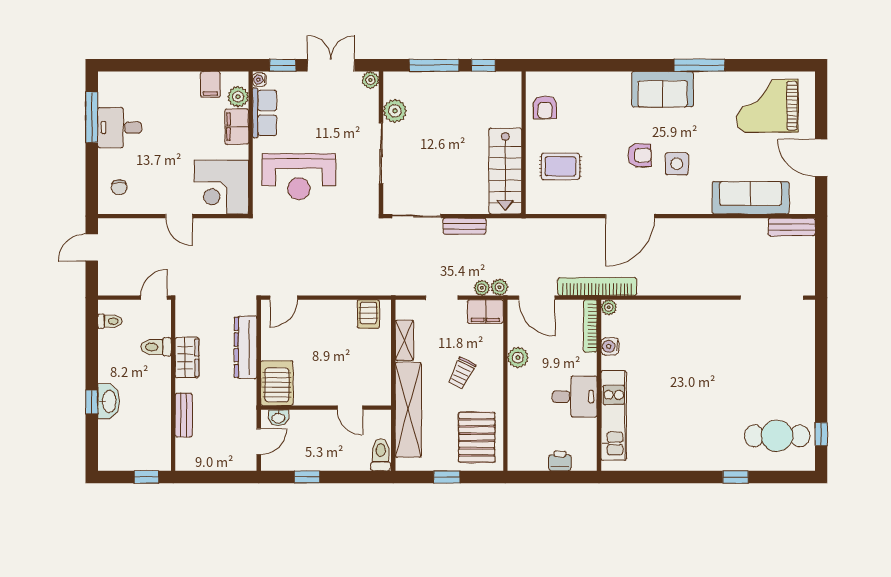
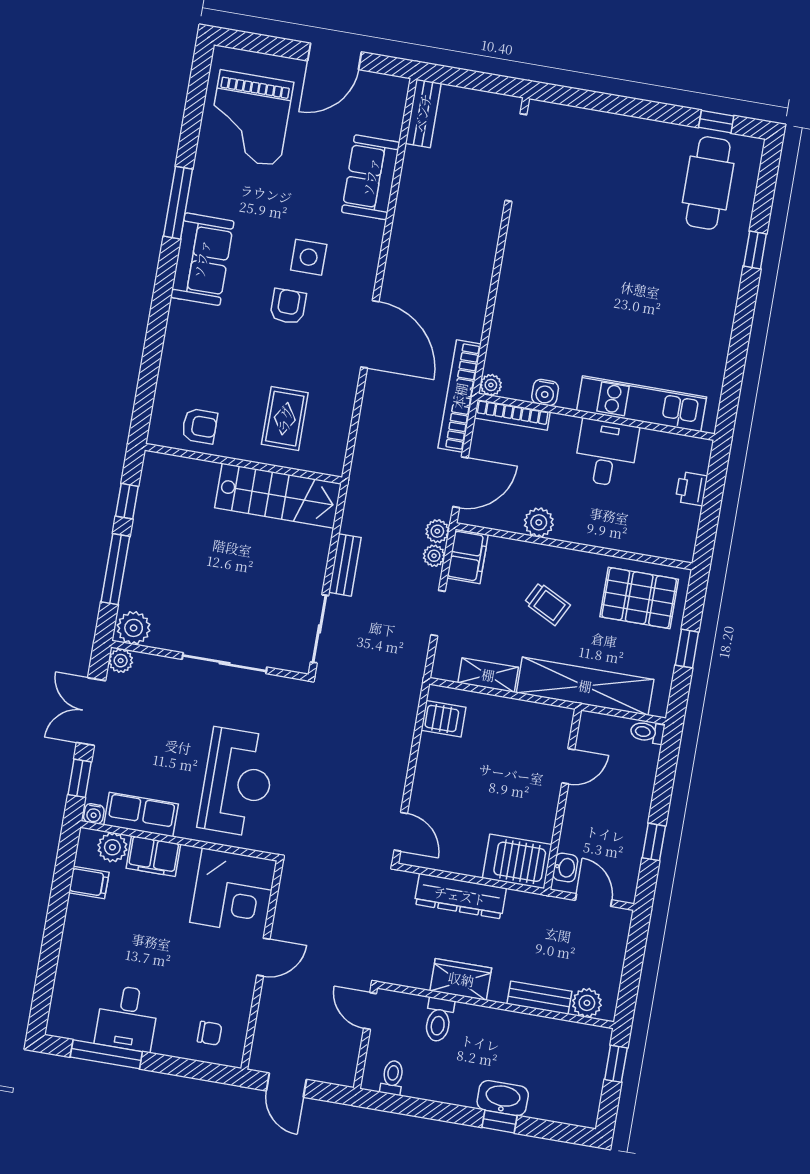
plant: (395, 111) -> (134, 628), moved
sofa: (751, 198) -> (371, 177), width x0.73
plant: (186, 449) -> (587, 1003), added
toilet: (381, 455) -> (647, 732), width x0.73, depth x0.72

